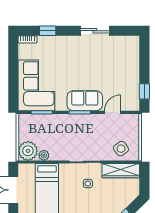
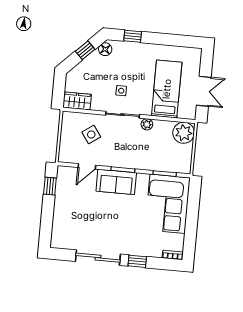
window: (48, 31) -> (137, 261), moved
sliding door: (95, 31) -> (98, 258), width x1.37
side table: (121, 149) -> (91, 135), moved
plant: (44, 155) -> (147, 124), moved
wardrobe: (121, 171) -> (77, 101), width x0.67

